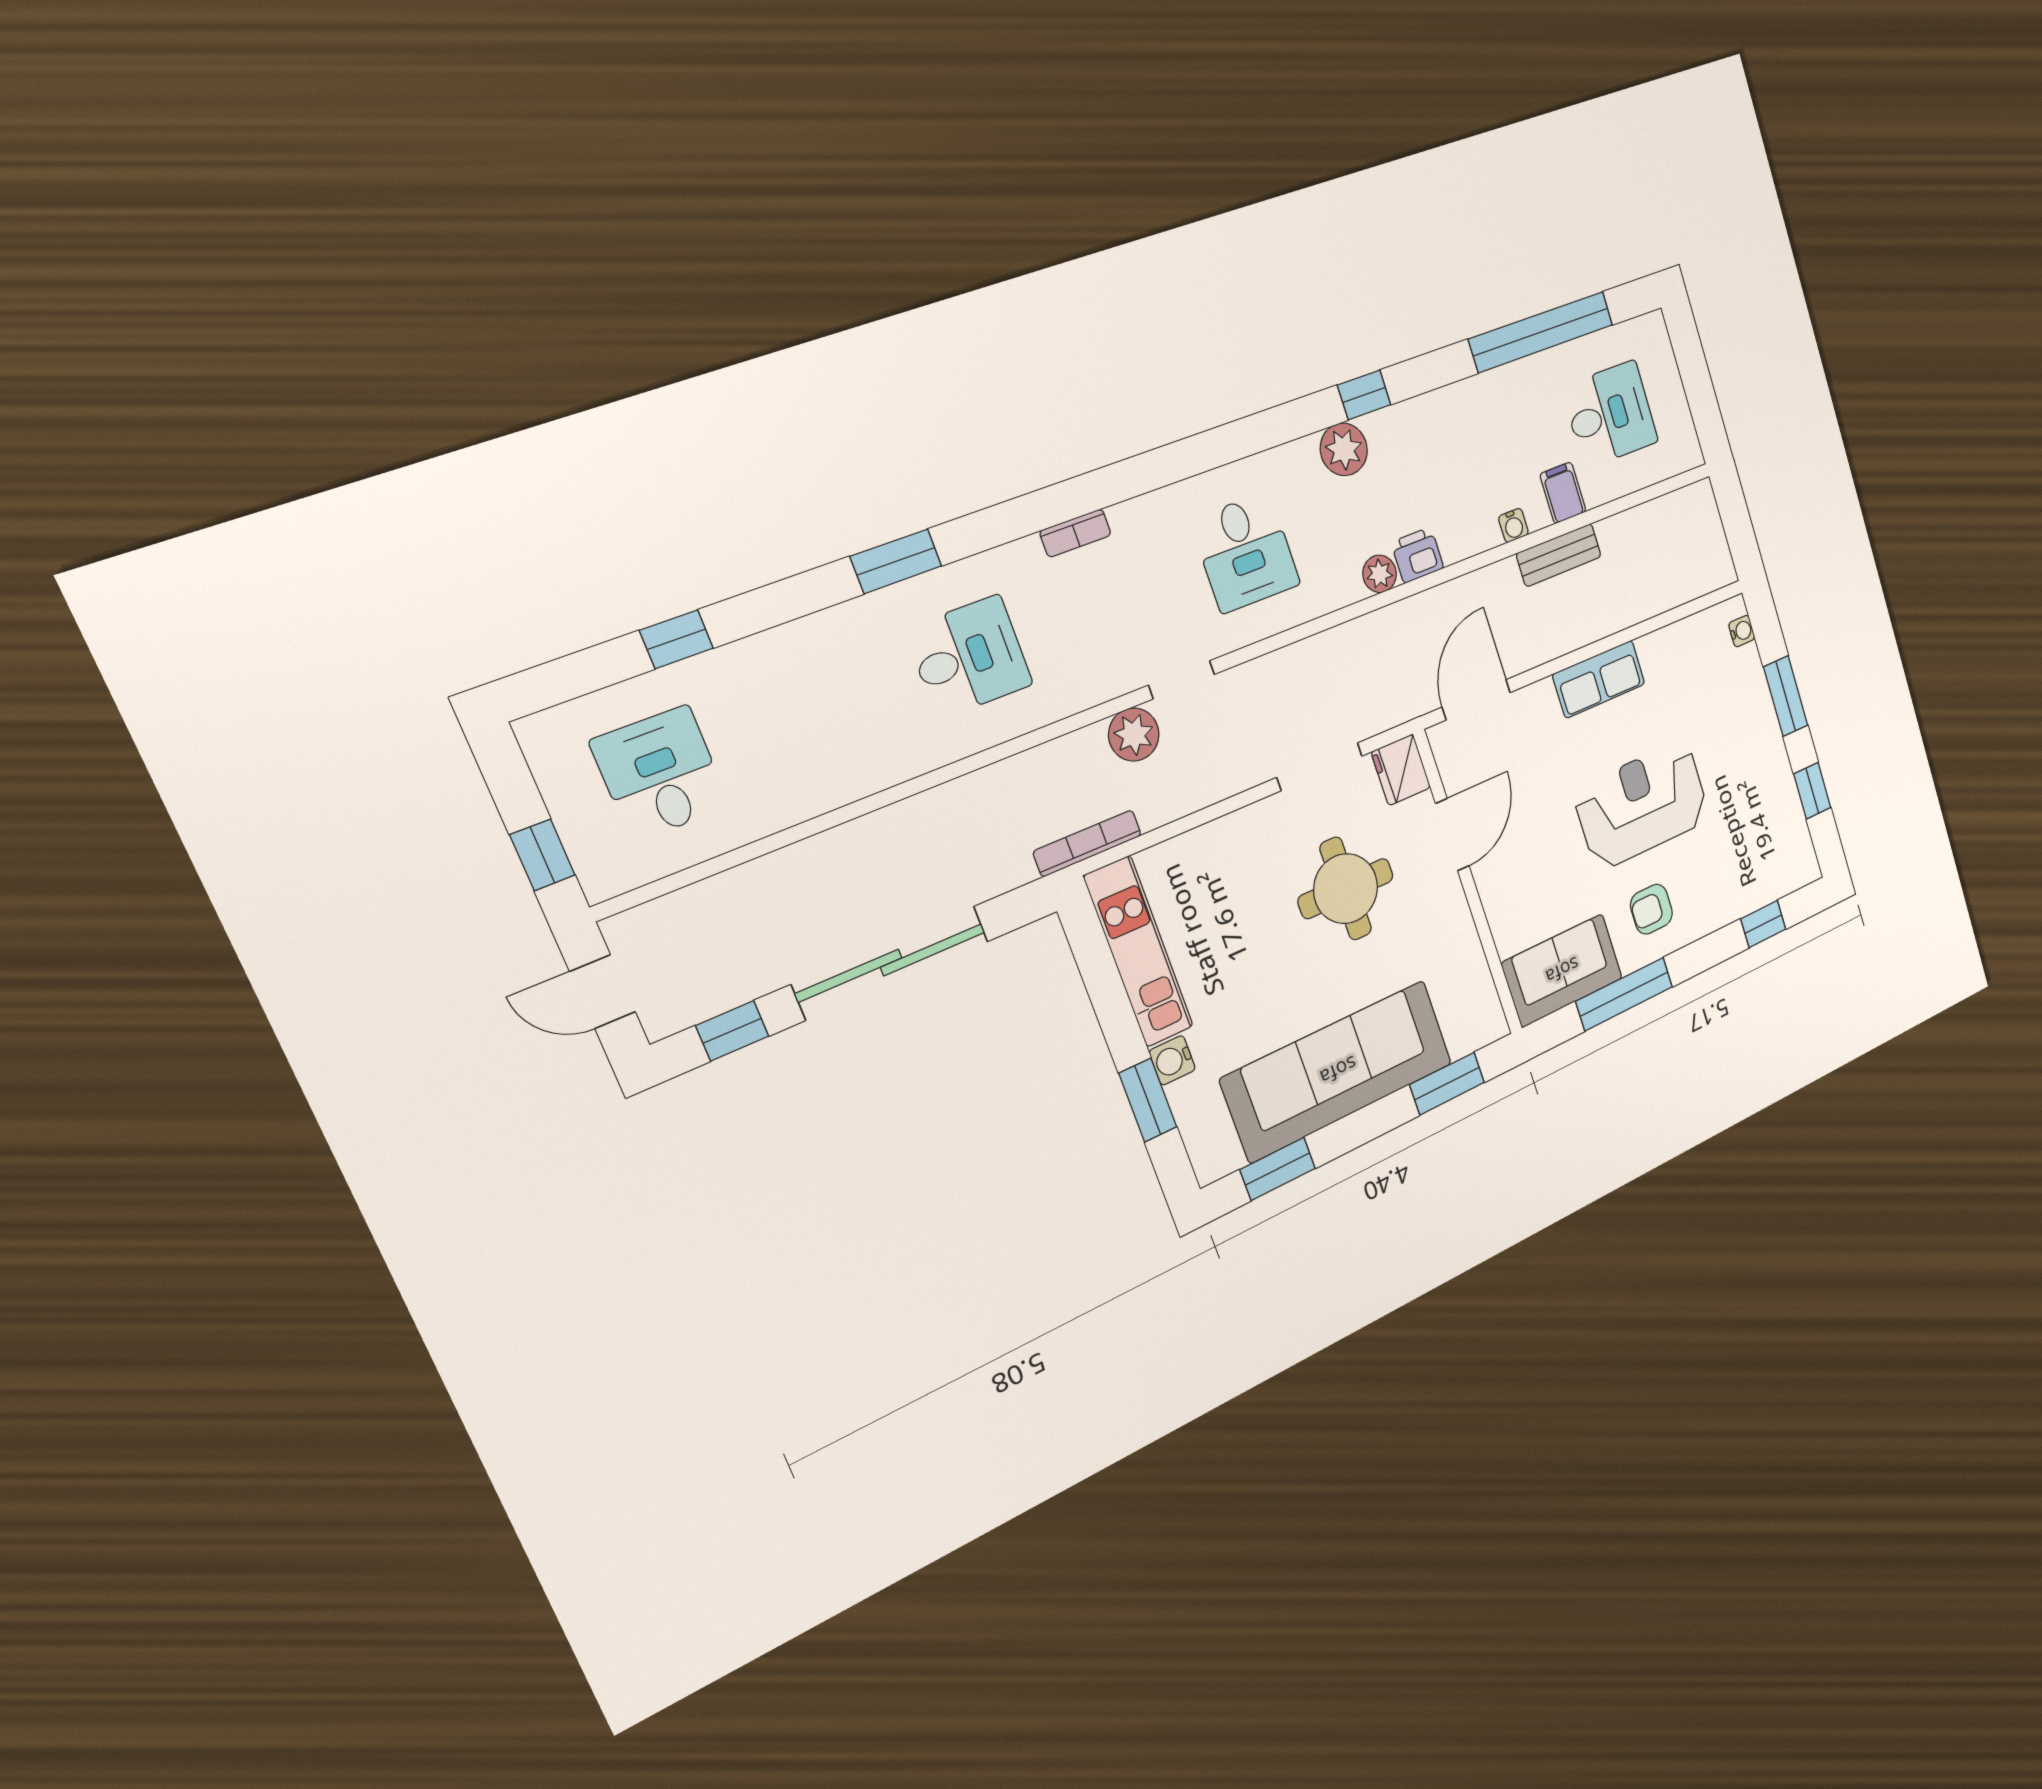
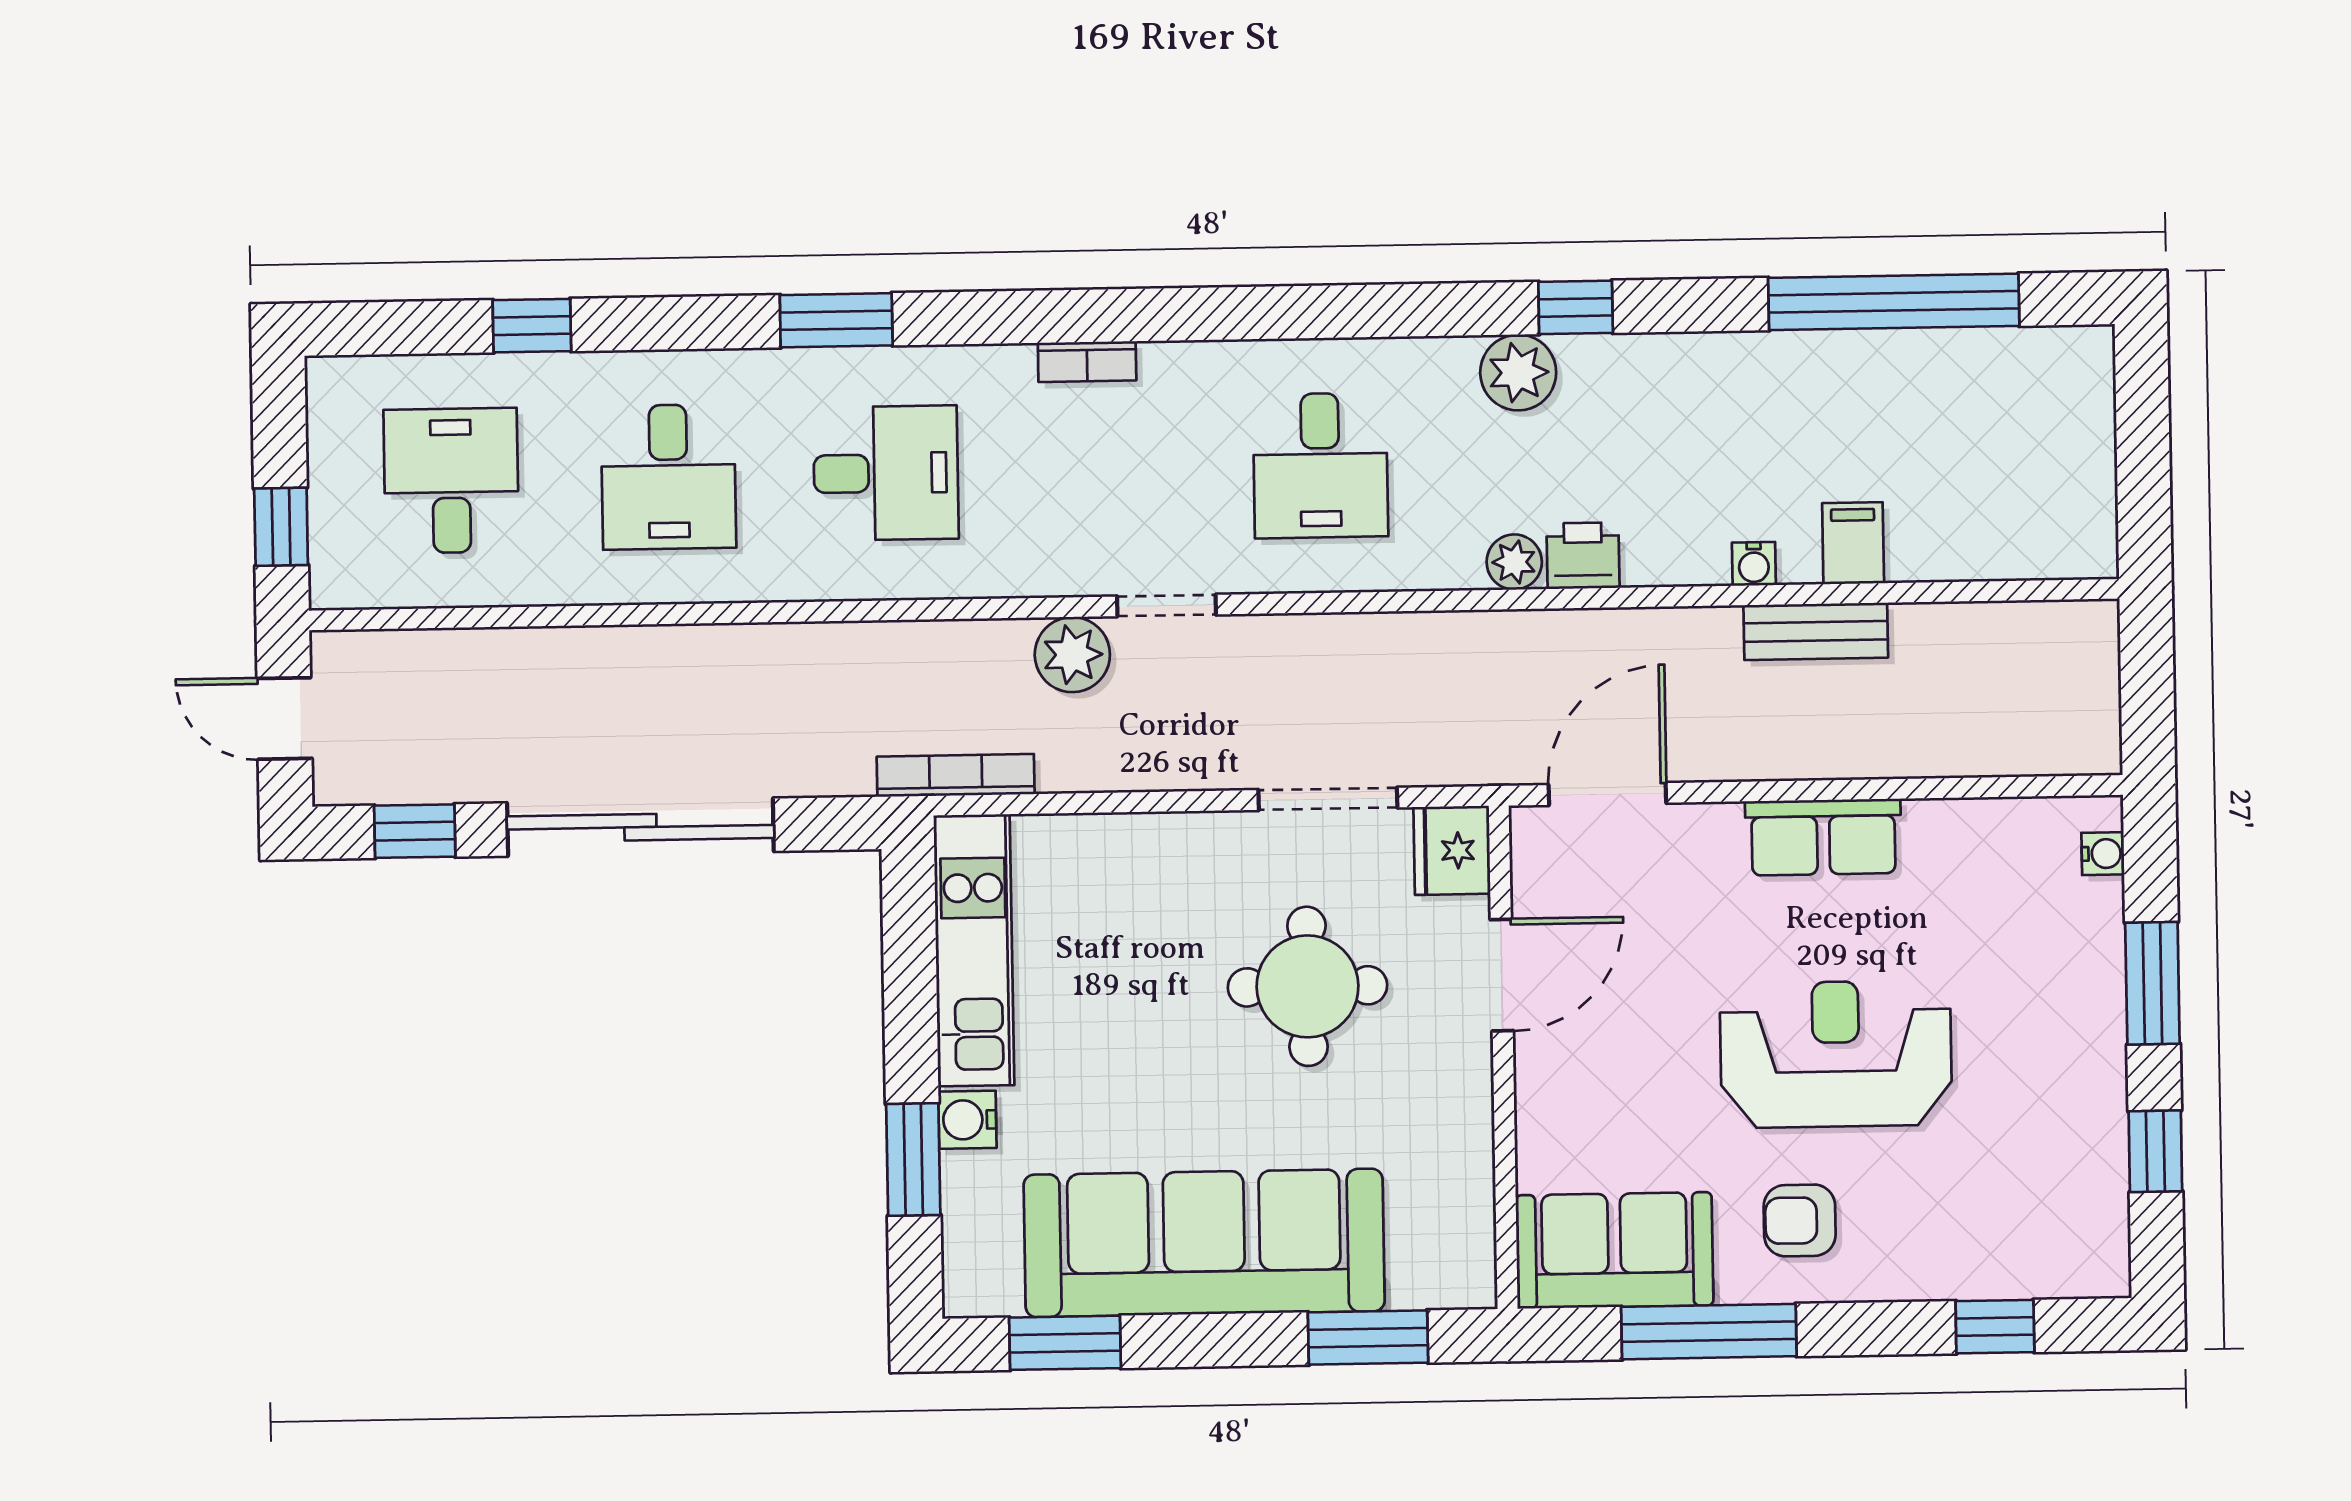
desk: (1610, 414) -> (668, 477), moved, turned 90

